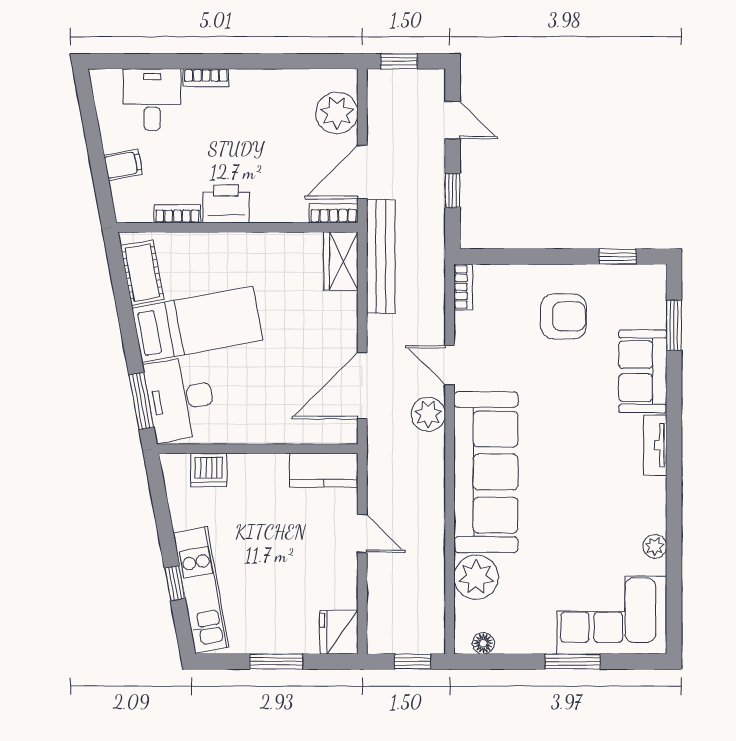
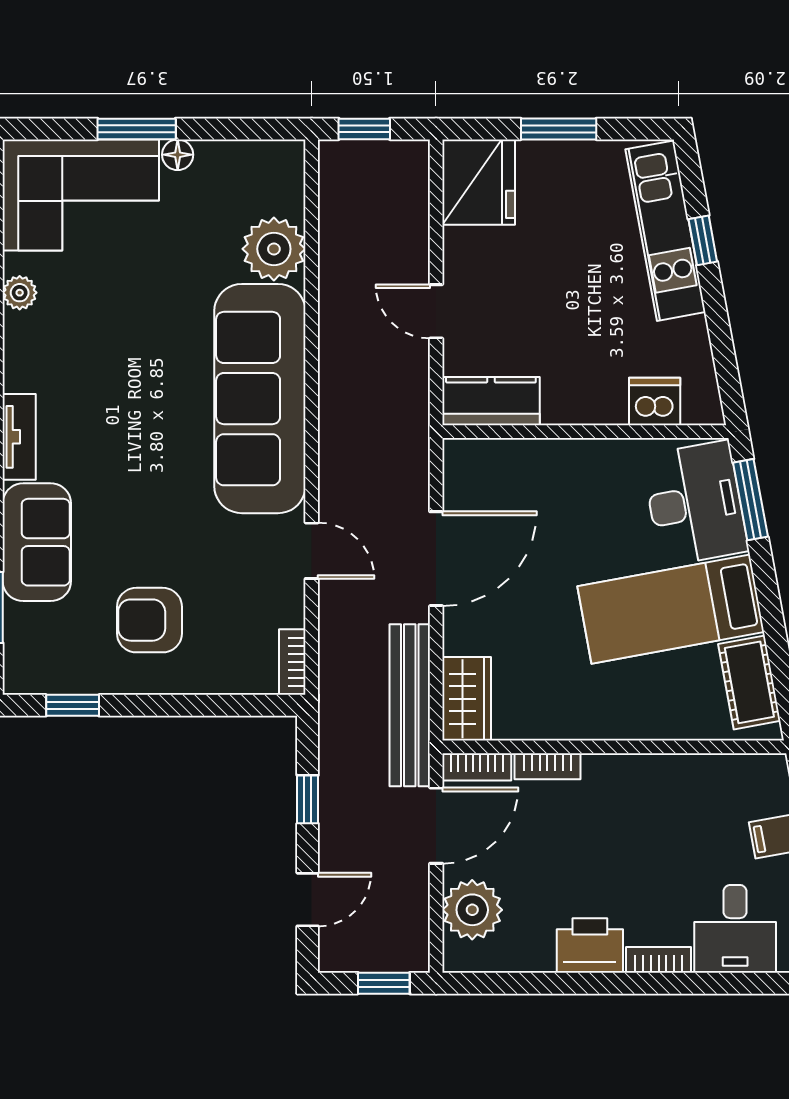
door: (453, 120) -> (308, 900), swing flipped
printer: (226, 204) -> (590, 946), moved, turned 180
bookcase: (177, 214) -> (547, 766), moved
door: (362, 386) -> (436, 559), moved
plant: (428, 414) -> (342, 481), removed
fridge: (339, 632) -> (479, 182), width x1.36, depth x1.34
floor lamp: (483, 643) -> (178, 155), moved

